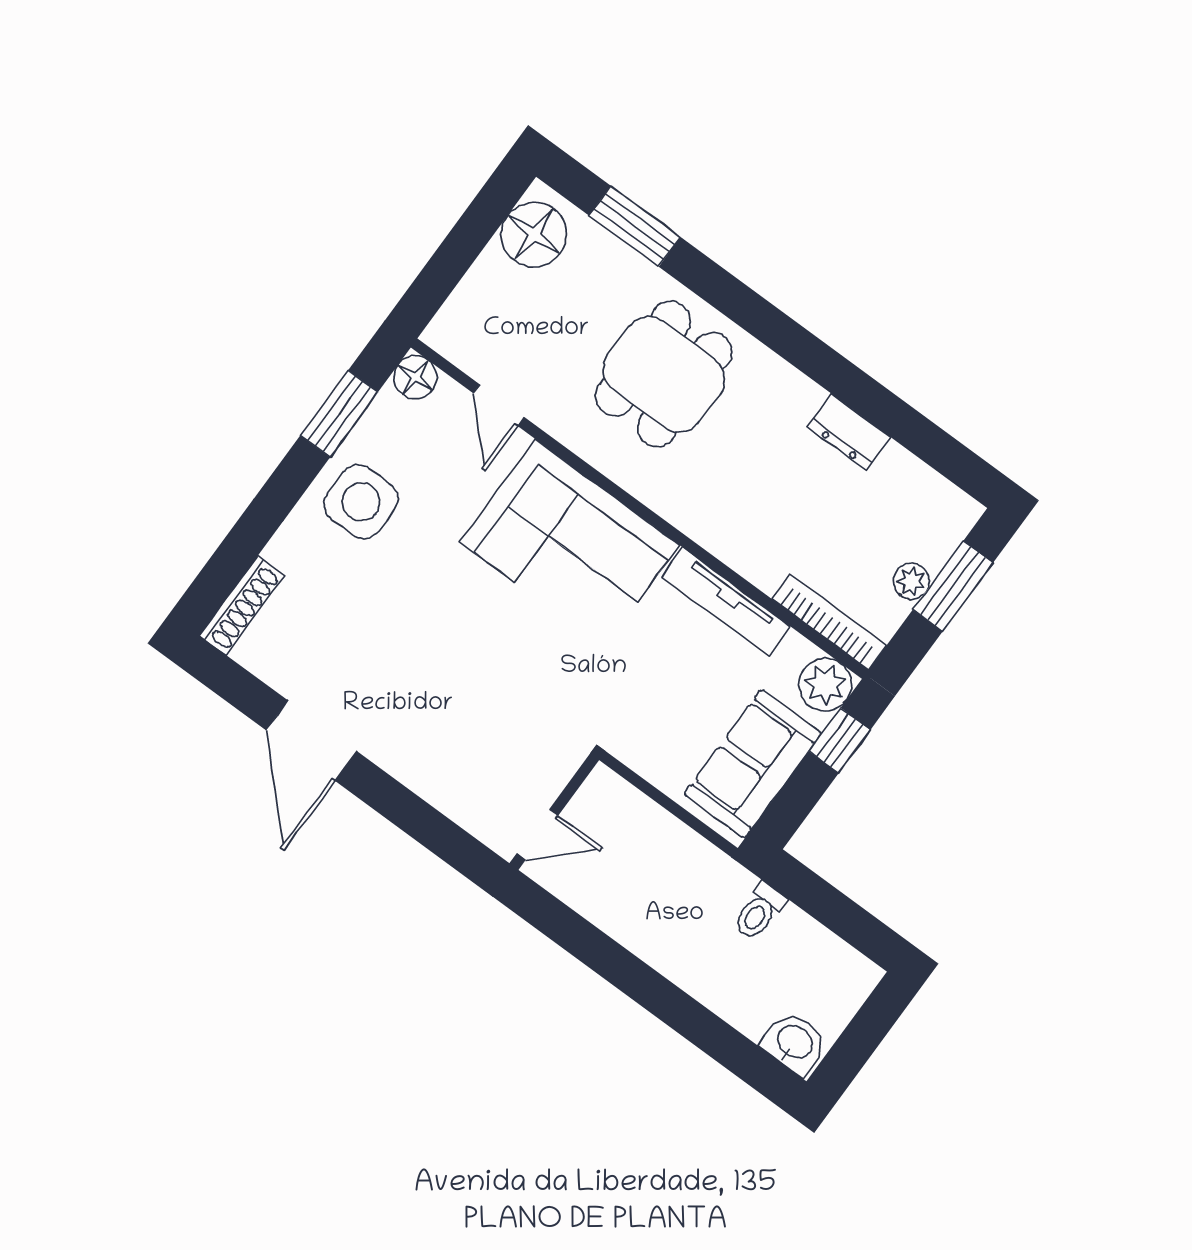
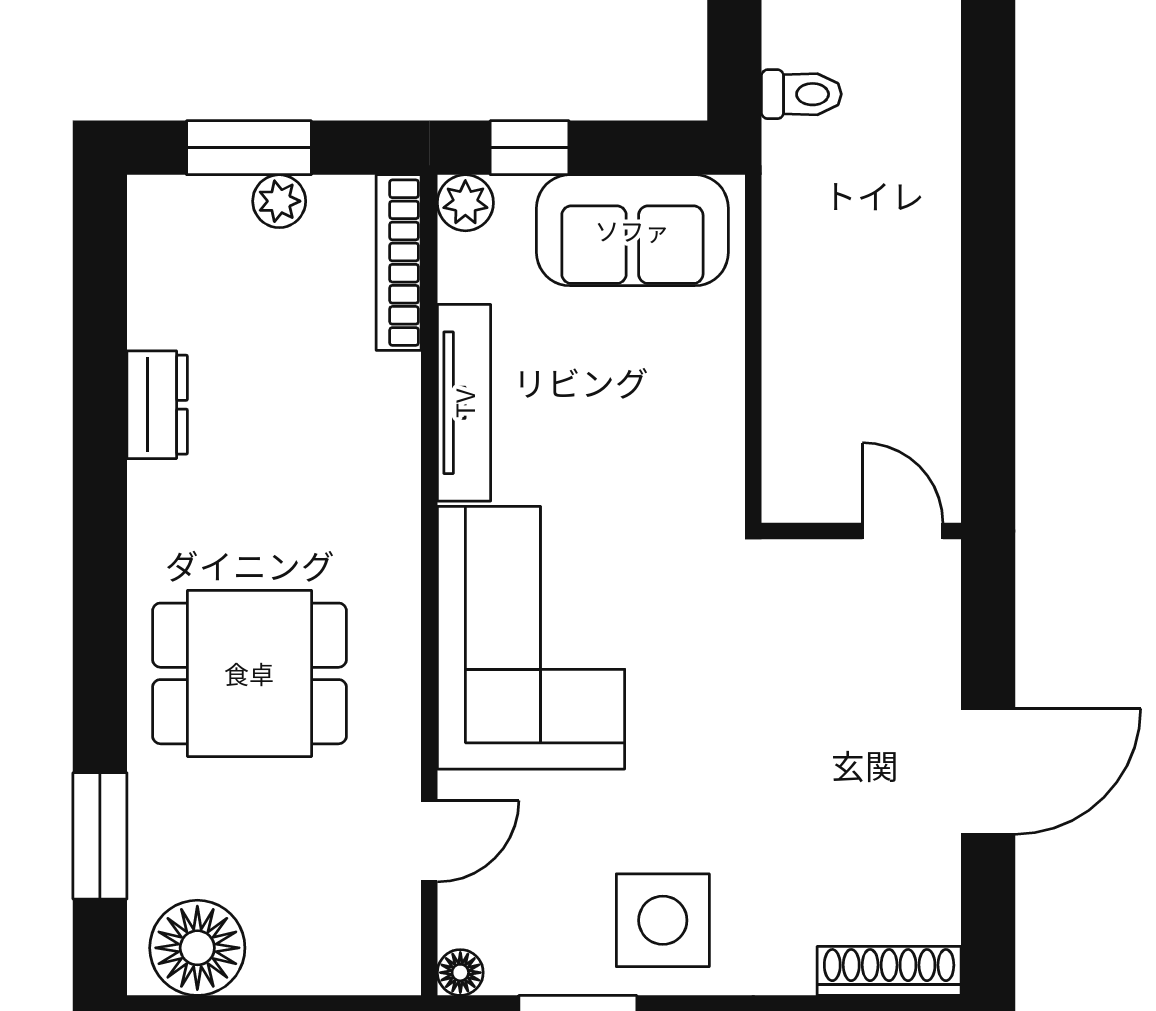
floor lamp: (415, 377) -> (460, 973), width x0.73, depth x0.73
plant: (825, 685) -> (465, 203), width x0.73, depth x0.73
wall: (554, 812) -> (861, 531), moved
door: (537, 834) -> (903, 531), moved

